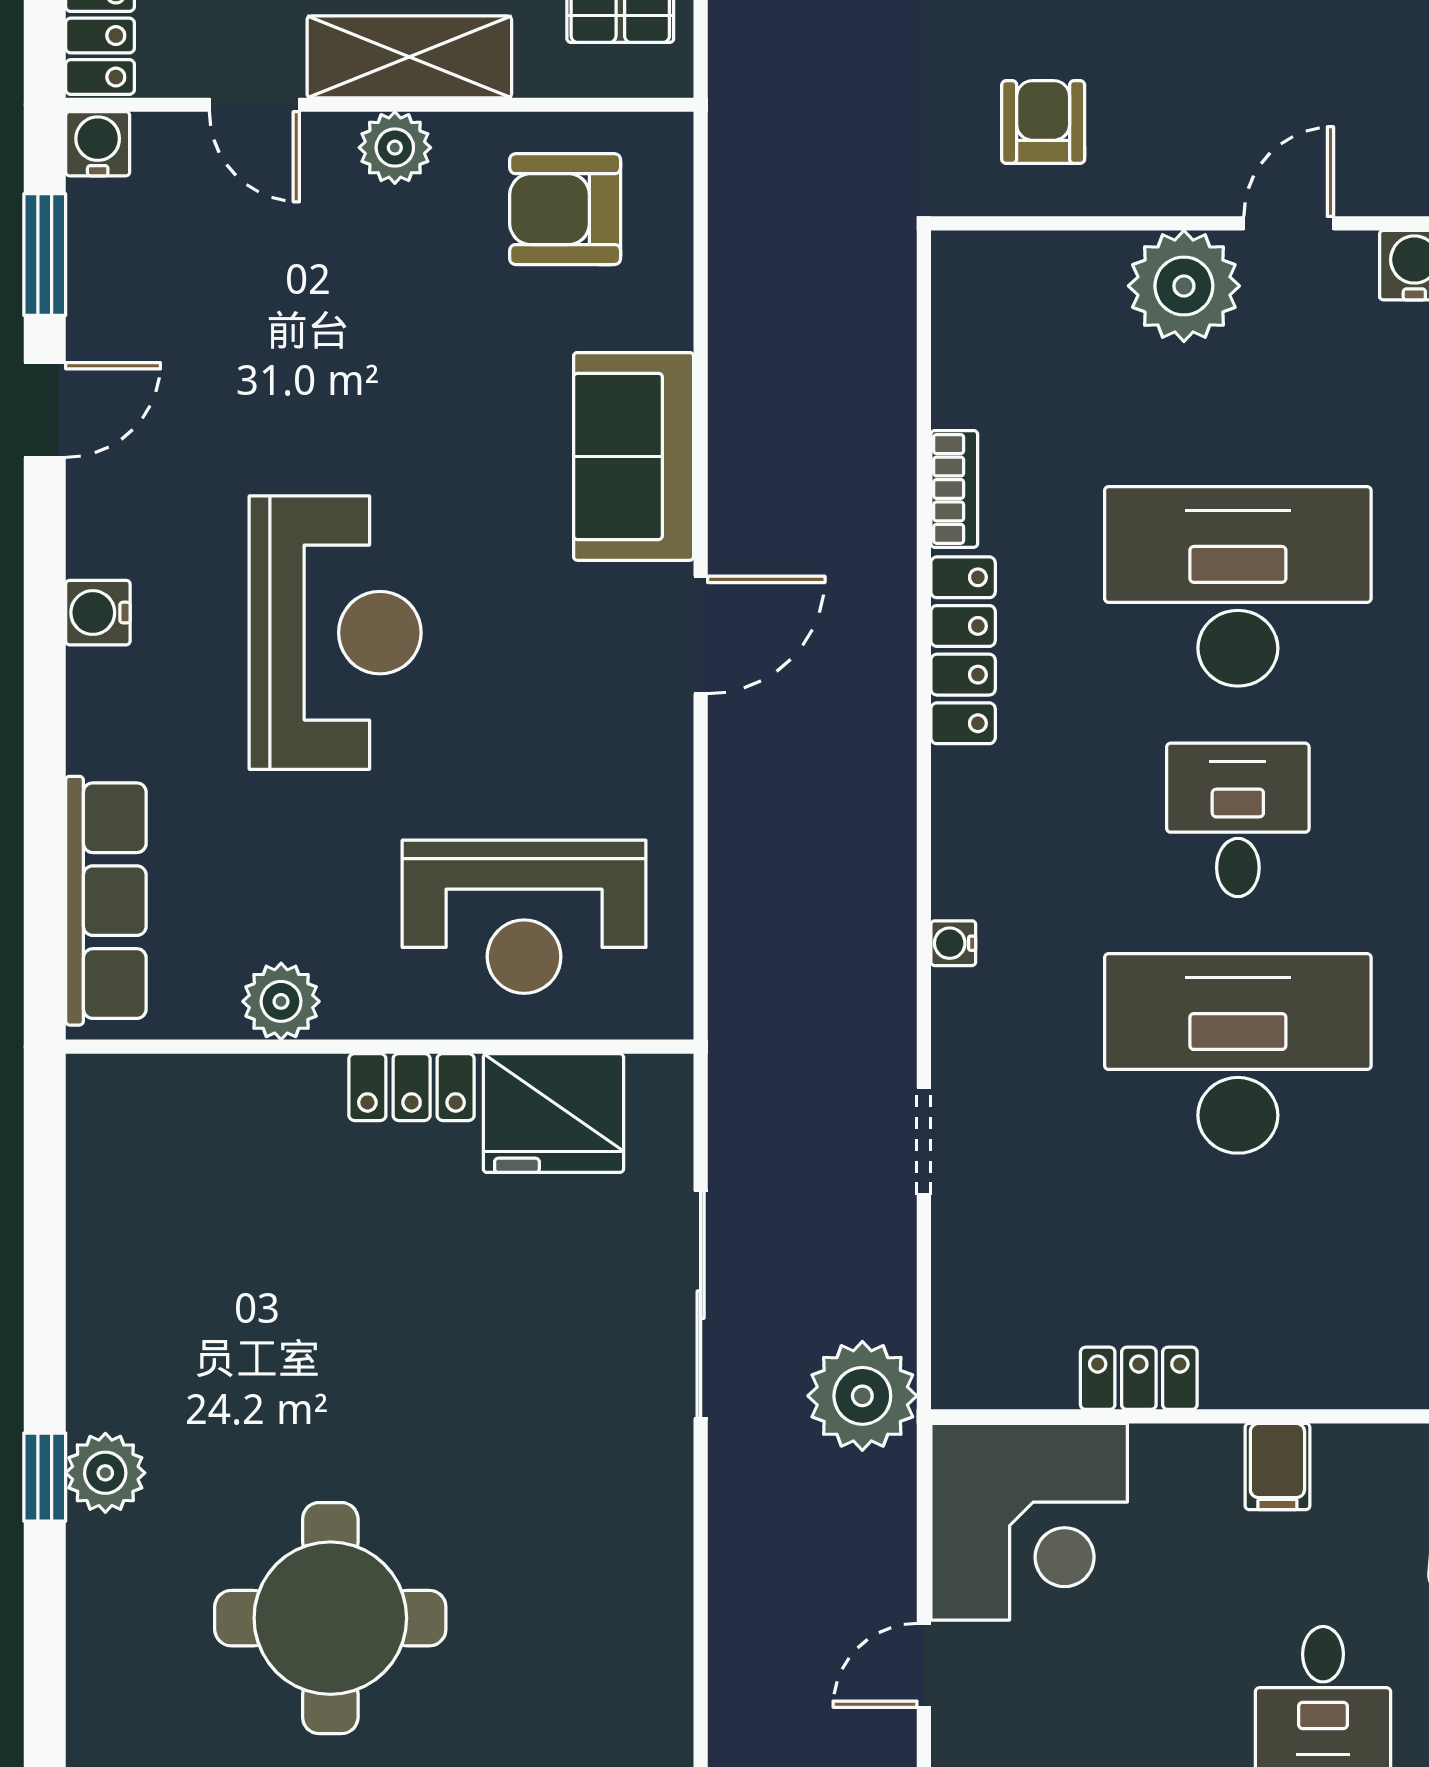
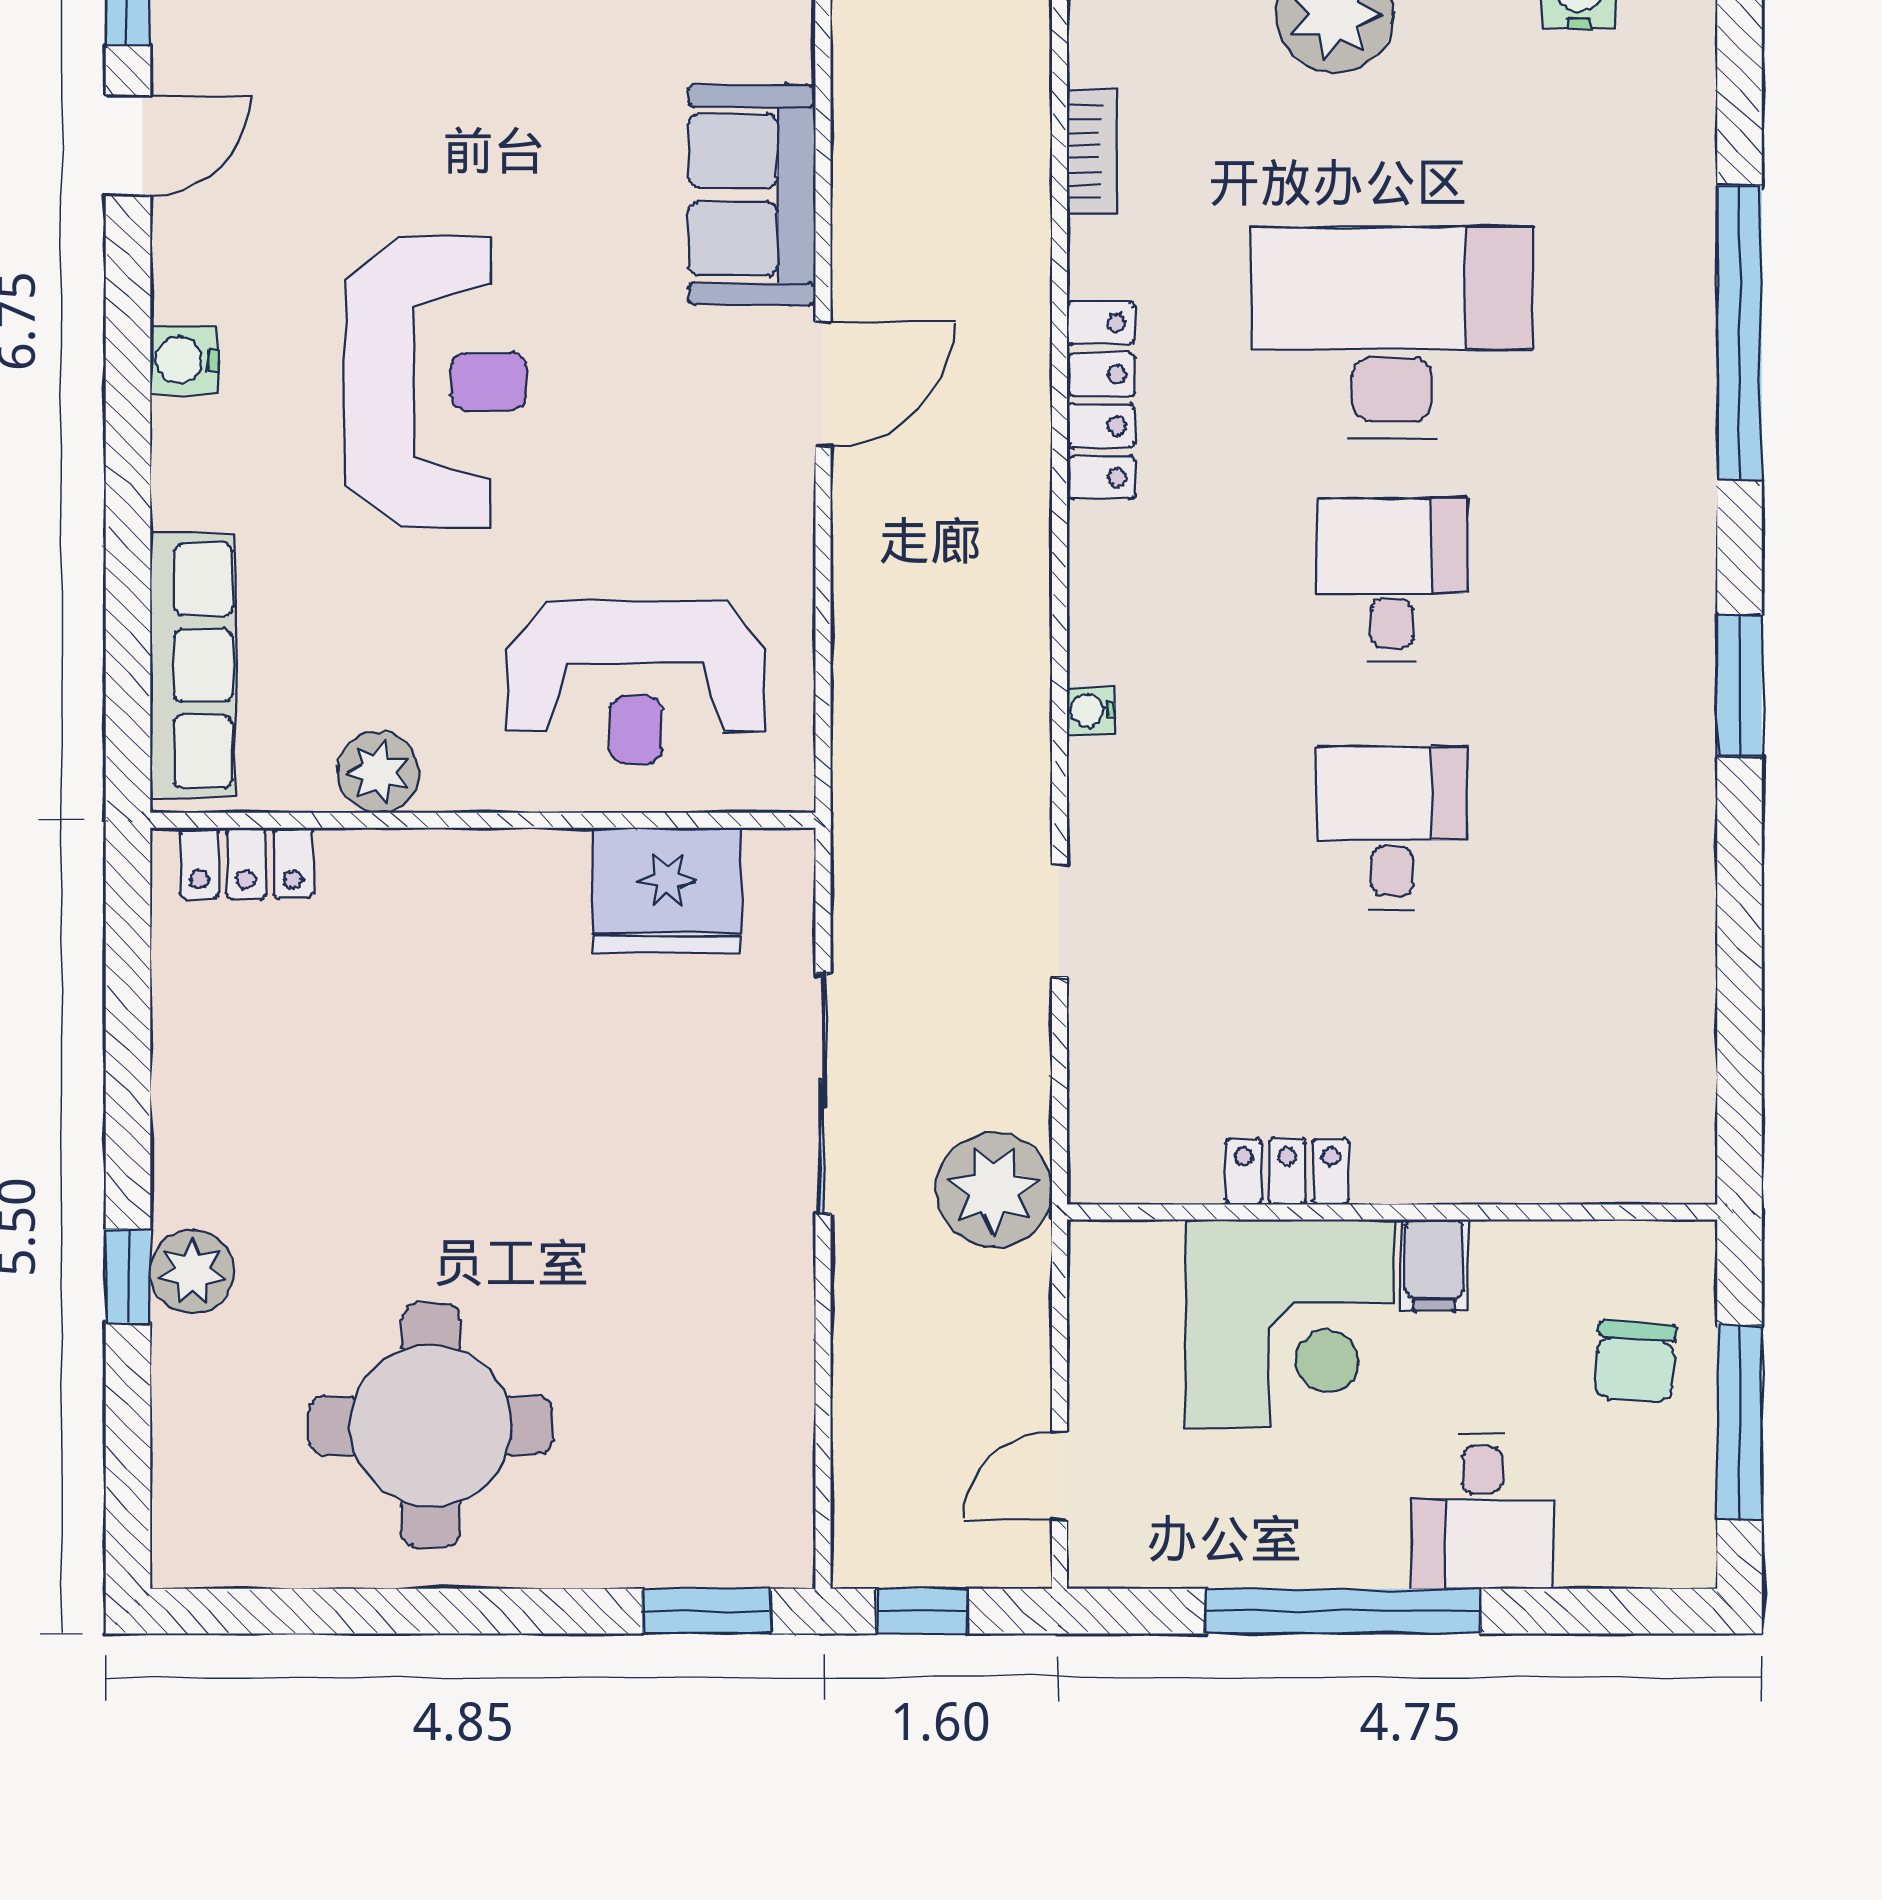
bookcase: (954, 489) -> (1092, 151), moved
desk: (1238, 1053) -> (1392, 827), width x0.53, depth x0.77
locker: (412, 1087) -> (246, 863), moved
corner desk: (1029, 1522) -> (1290, 1323), moved

